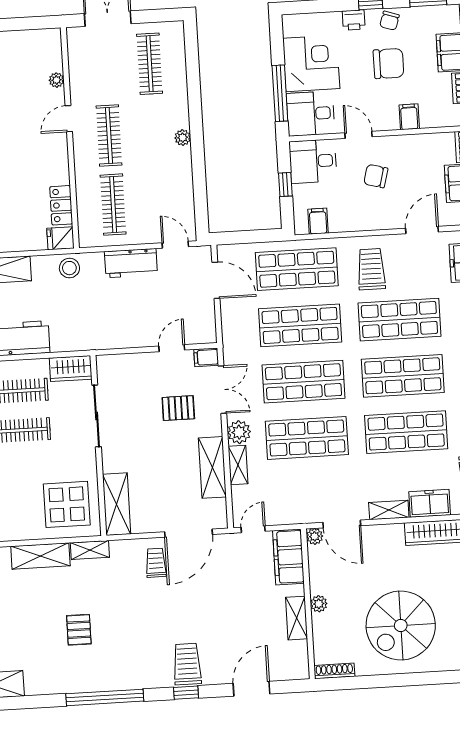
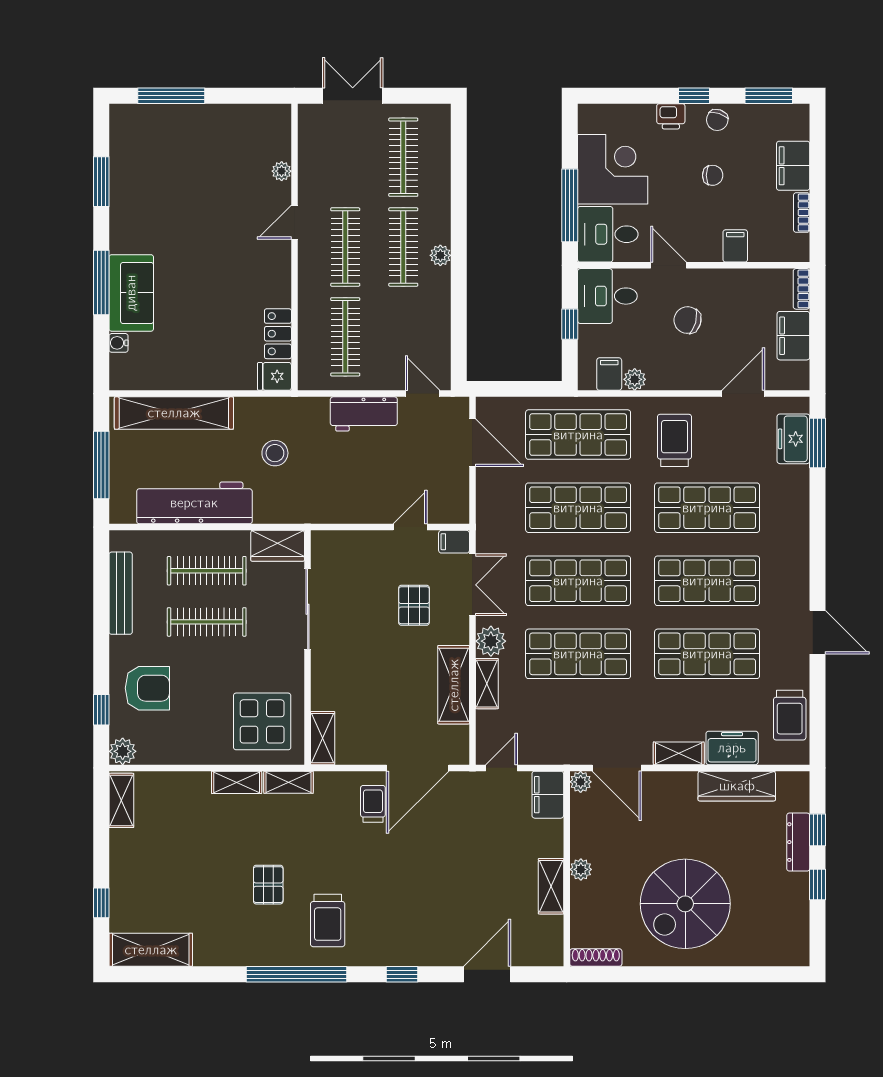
chair: (389, 63) -> (713, 175), width x0.54, depth x0.54
clothes rail: (154, 133) -> (403, 247), added
plant: (338, 224) -> (635, 379), added
stool: (69, 268) -> (275, 453), moved
pallet: (178, 408) -> (414, 605), turned 90
shelving: (117, 504) -> (323, 738), width x0.67, depth x0.75
shelving: (40, 556) -> (237, 782), width x0.67, depth x0.75
filing cabinet: (288, 557) -> (548, 795), width x0.67, depth x0.86
trolley: (187, 664) -> (328, 920), moved, turned 180

